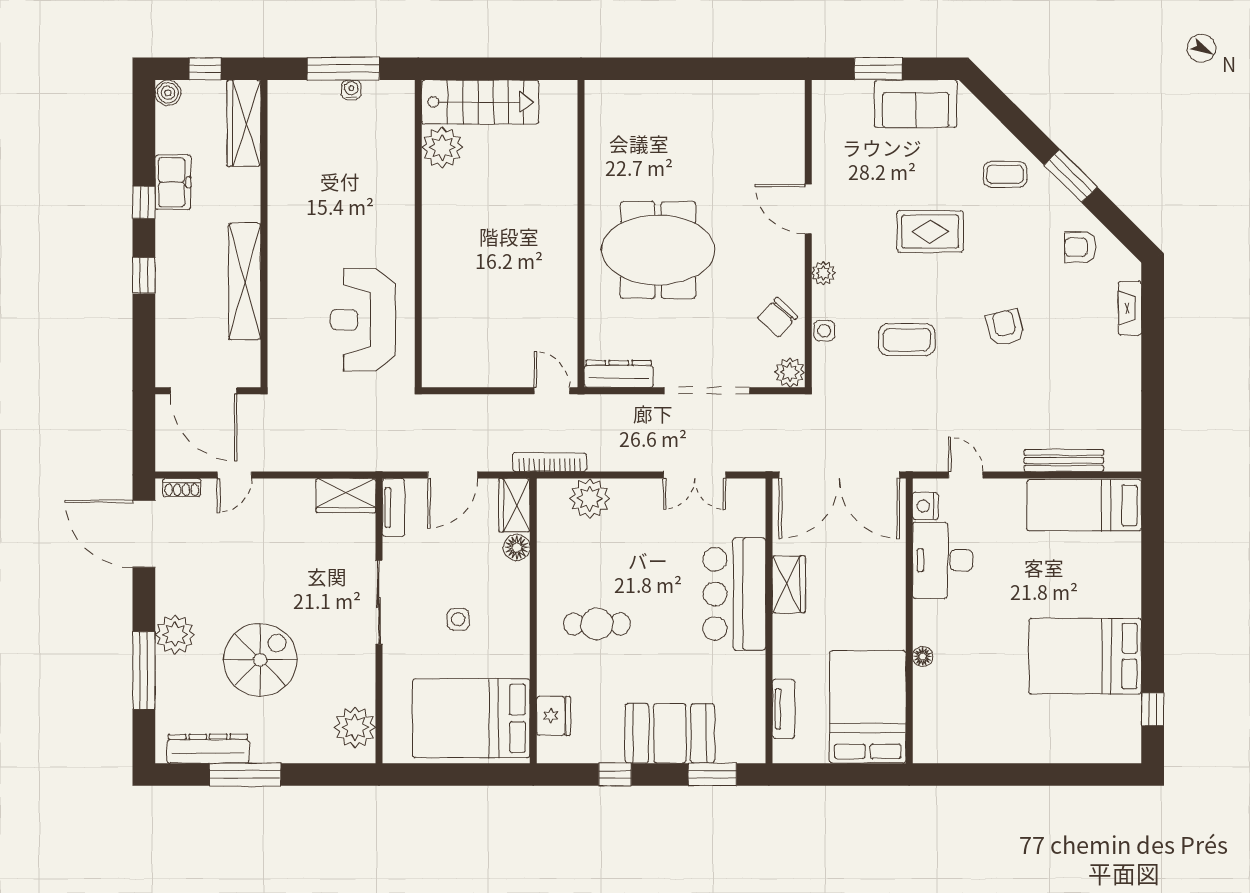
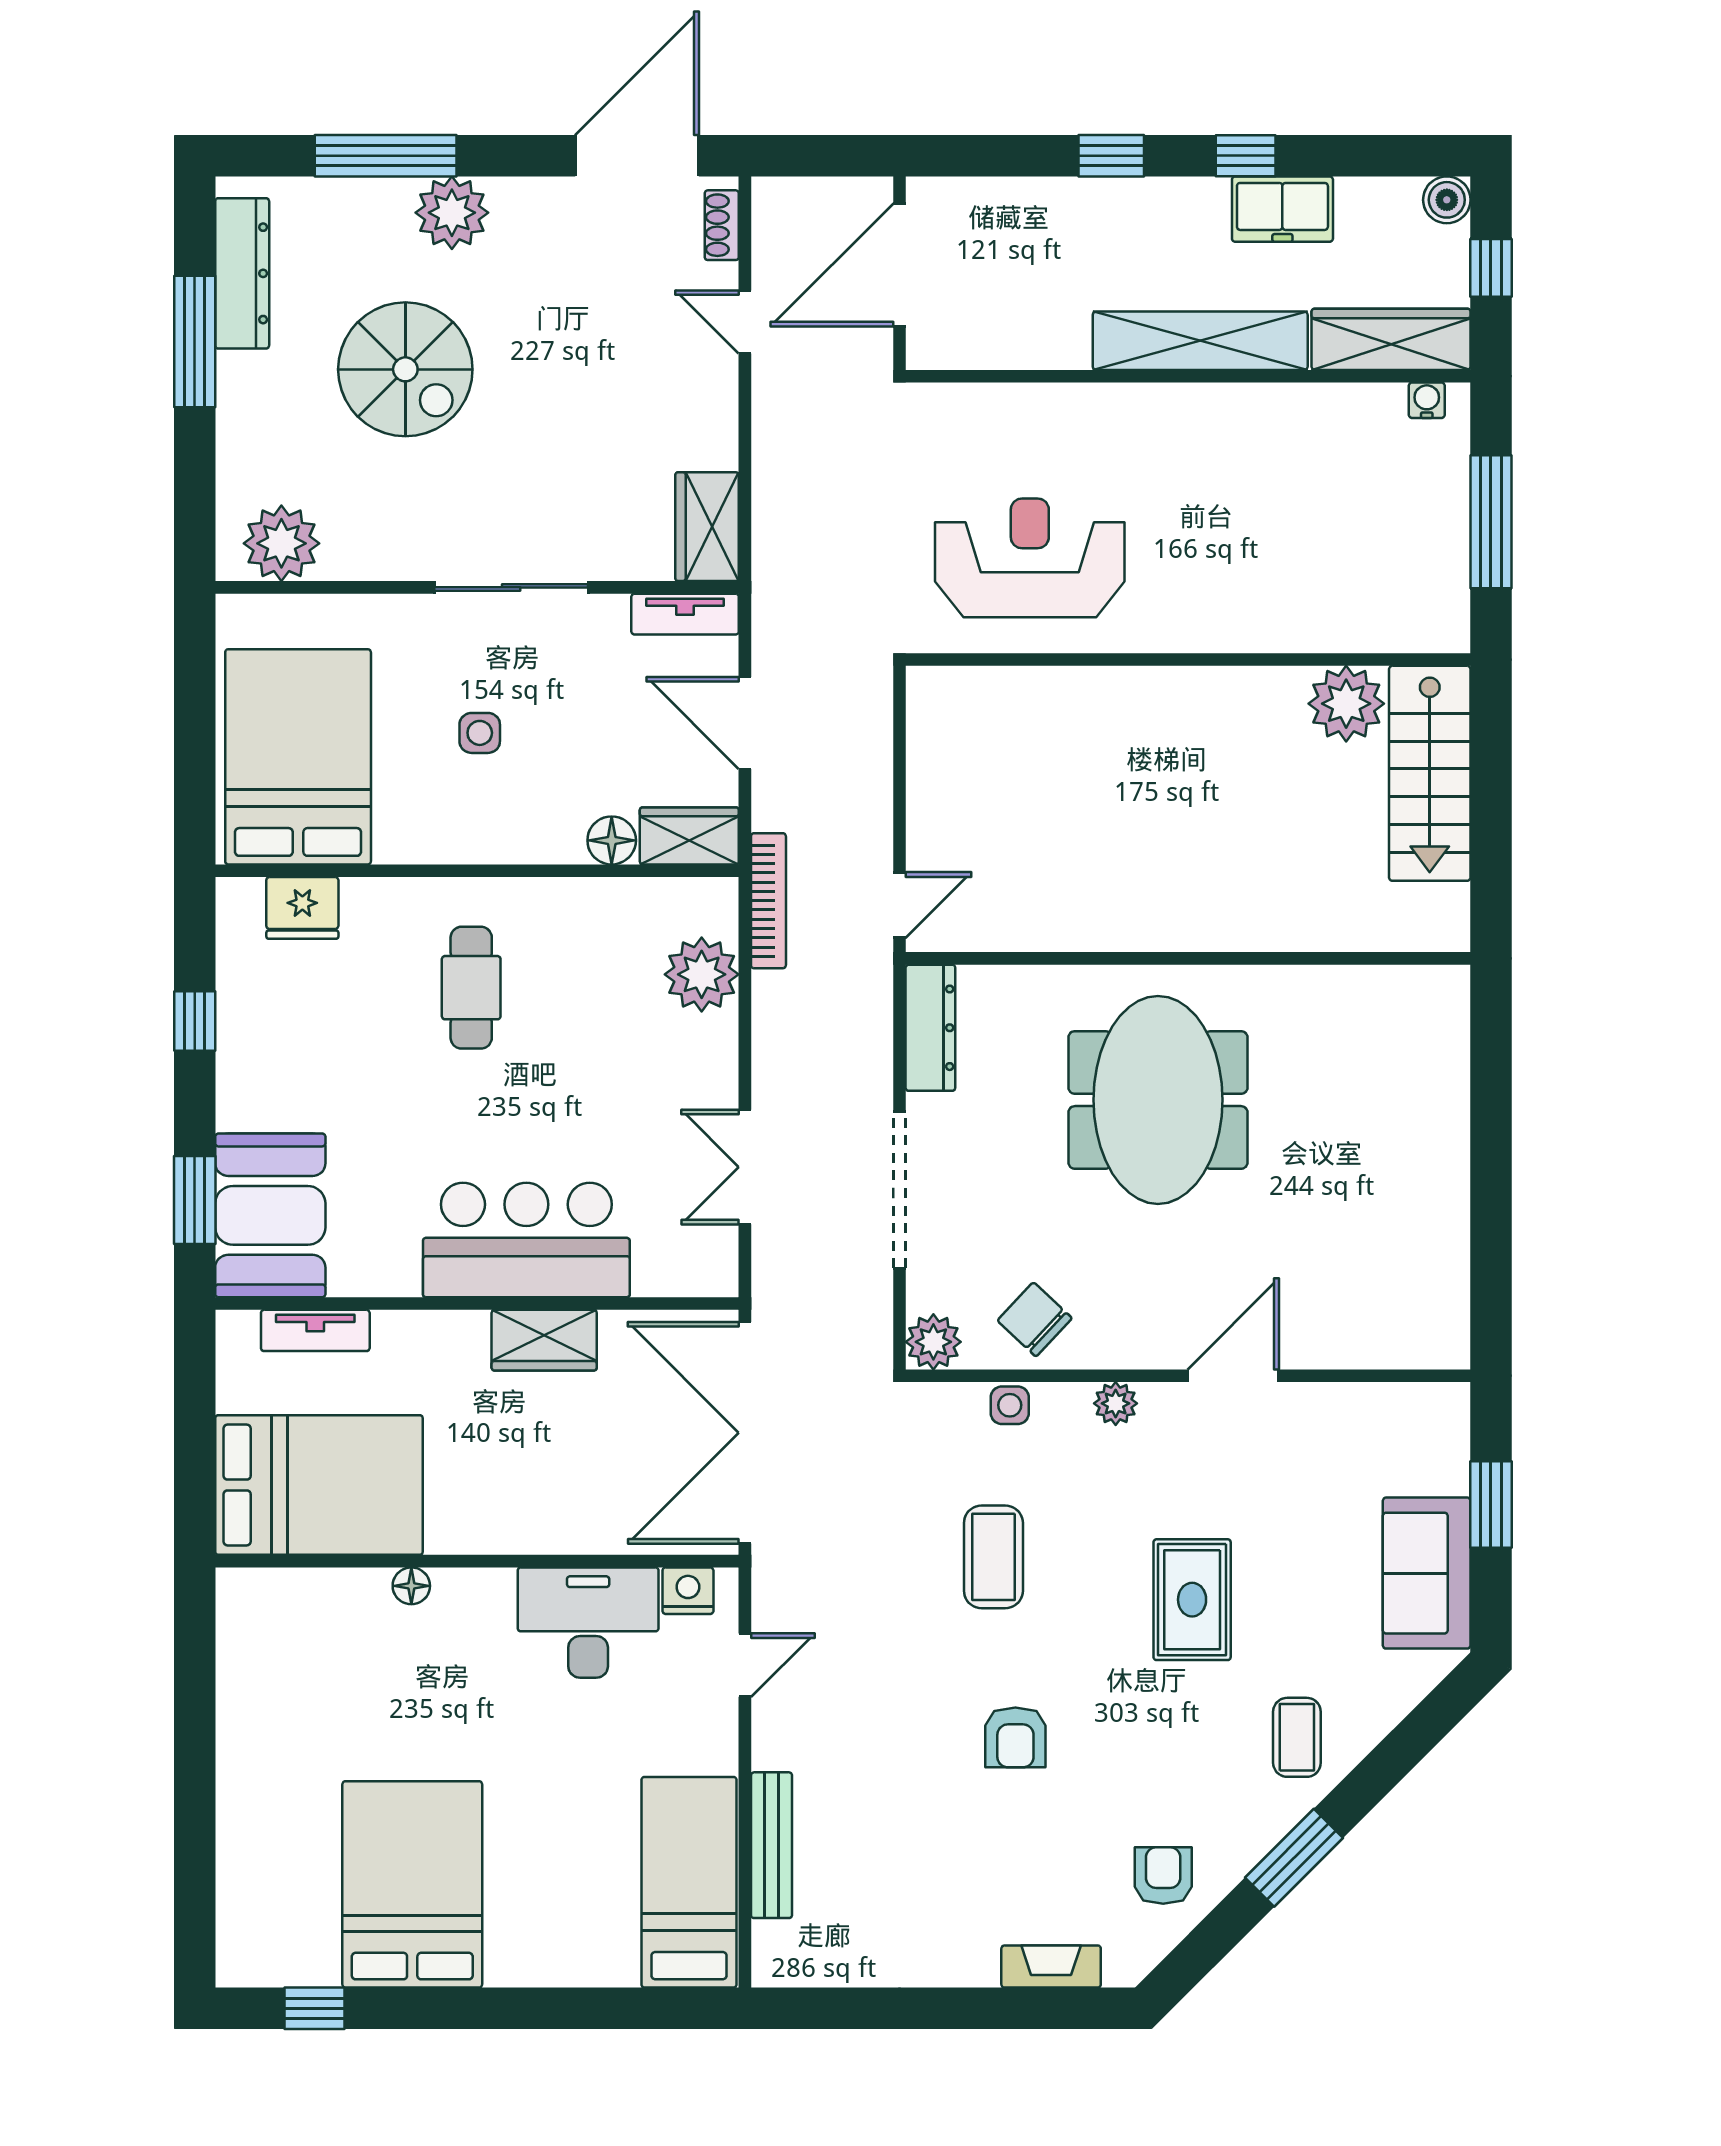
water cooler: (351, 90) -> (1427, 400), moved, turned -90
shelving: (245, 281) -> (1200, 341), moved
armchair: (1005, 328) -> (1015, 1737), turned 104
booth: (670, 733) -> (270, 1215), moved

